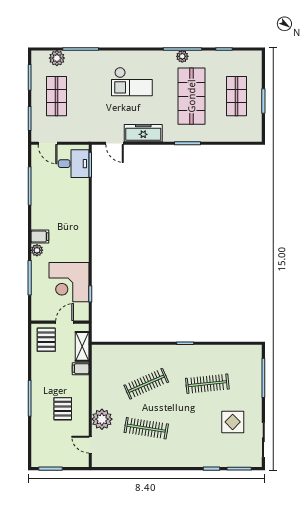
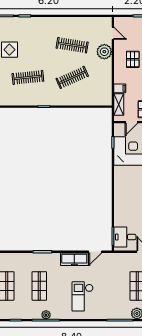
checkout: (132, 82) -> (83, 296), turned -90
shop shelf: (192, 96) -> (39, 286), width x0.70, depth x0.74
door: (115, 143) -> (95, 252), swing flipped

